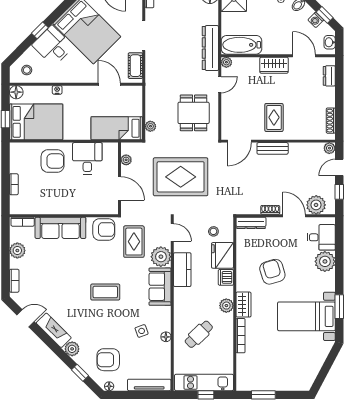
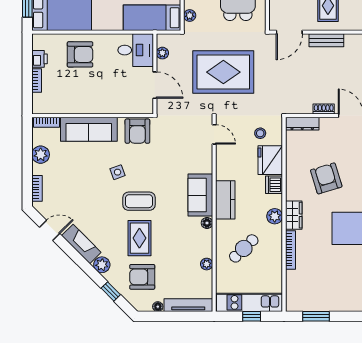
desk: (87, 158) -> (136, 50), moved, turned 90
printer: (16, 165) -> (40, 59), added
armchair: (104, 229) -> (137, 131), turned 90
rug: (134, 242) -> (139, 238), moved
plant: (161, 257) -> (207, 264), moved, width x0.53, depth x0.53
kitchen counter: (182, 270) -> (225, 200), moved
side table: (142, 331) -> (118, 172), moved
floor lamp: (166, 337) -> (207, 223), moved
floor lamp: (109, 386) -> (158, 307), moved

